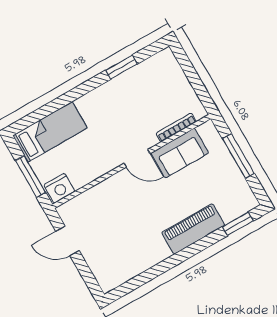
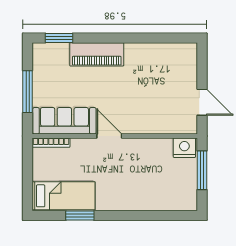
bookcase: (176, 127) -> (51, 143), moved
bed: (50, 132) -> (64, 196), moved, turned 180
sofa: (180, 153) -> (64, 121), width x1.36

